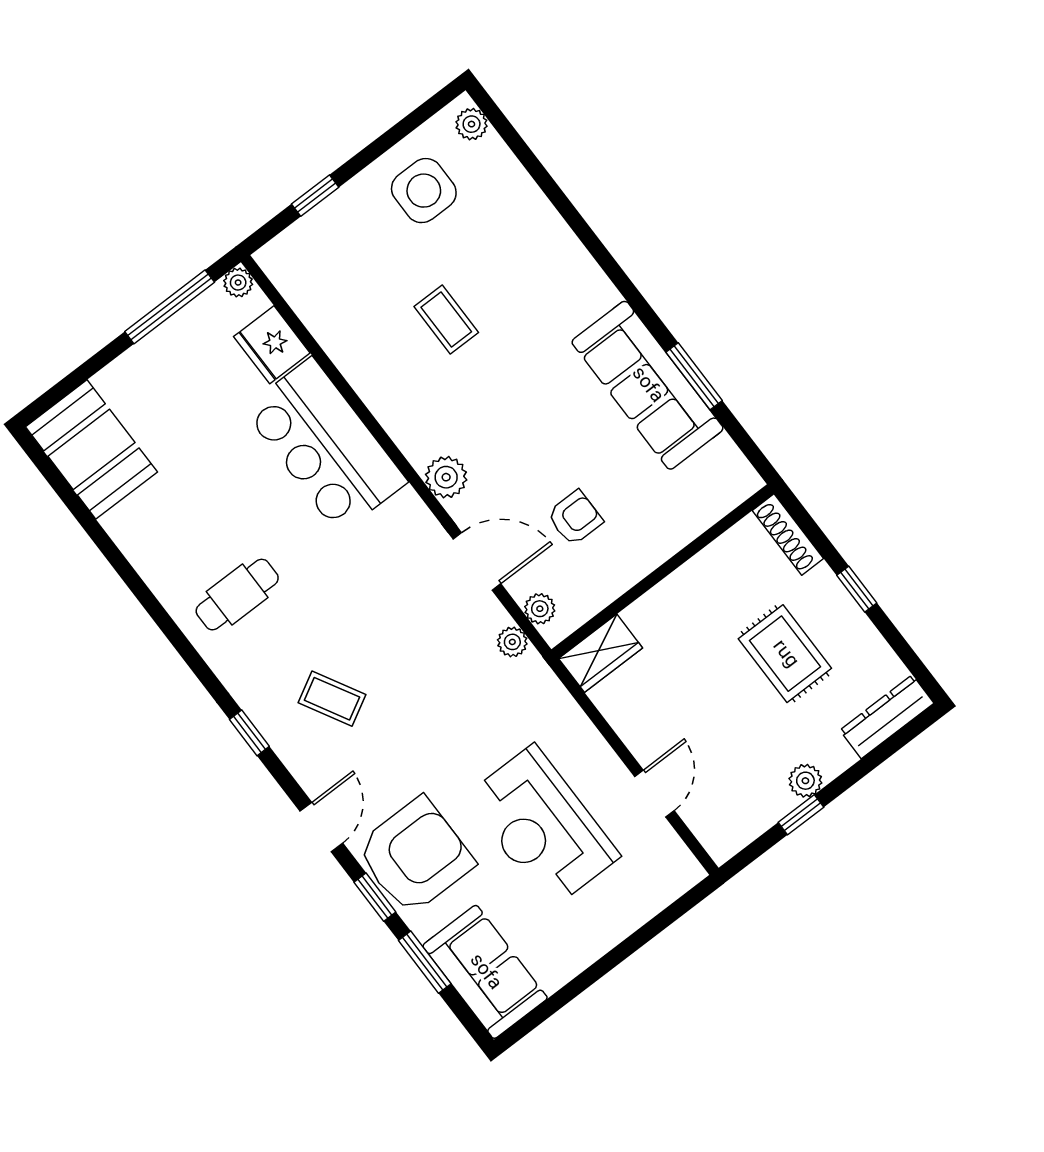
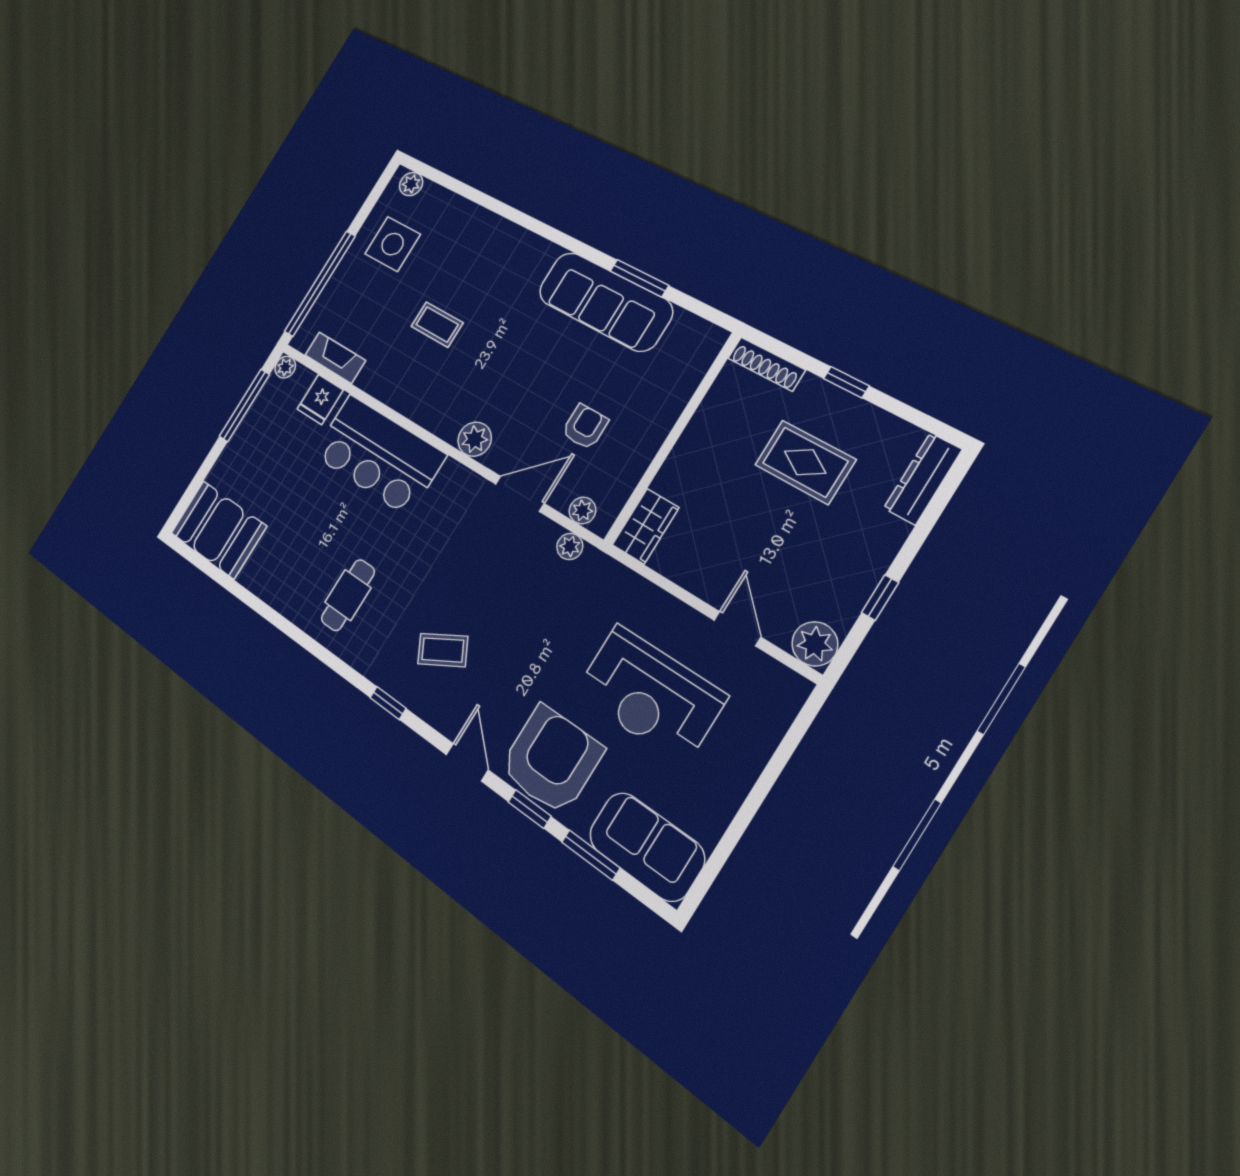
window: (315, 196) -> (320, 284), width x3.17
fireplace: (307, 301) -> (335, 358), added
fridge: (272, 345) -> (320, 400), width x0.72
plant: (805, 781) -> (815, 644), moved, width x1.38, depth x1.38

